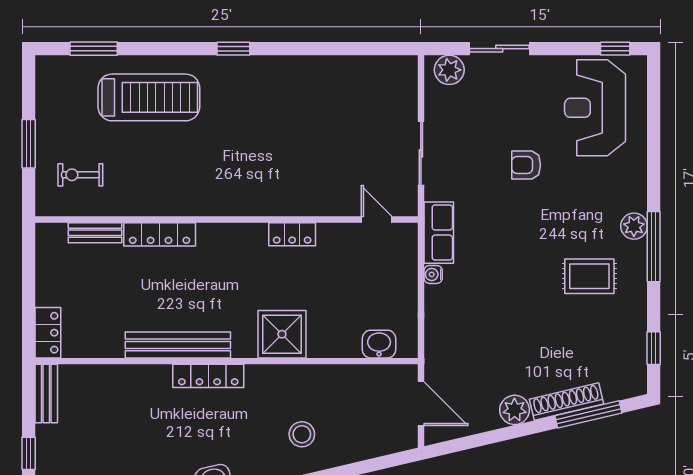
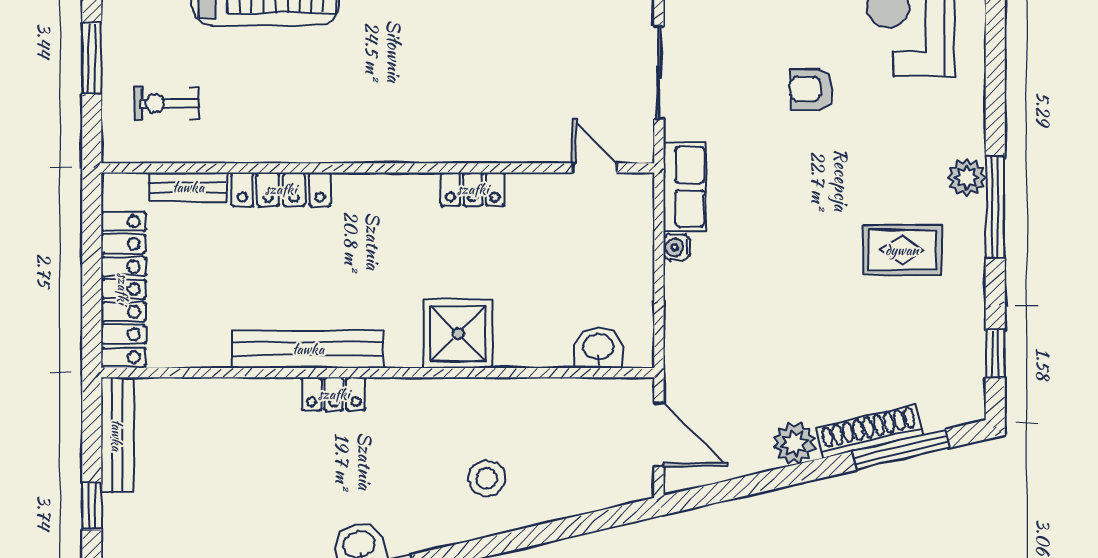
locker: (48, 333) -> (123, 289), width x2.16, depth x1.21
locker: (208, 376) -> (334, 394), width x0.66
bench: (46, 393) -> (117, 435), width x1.36

